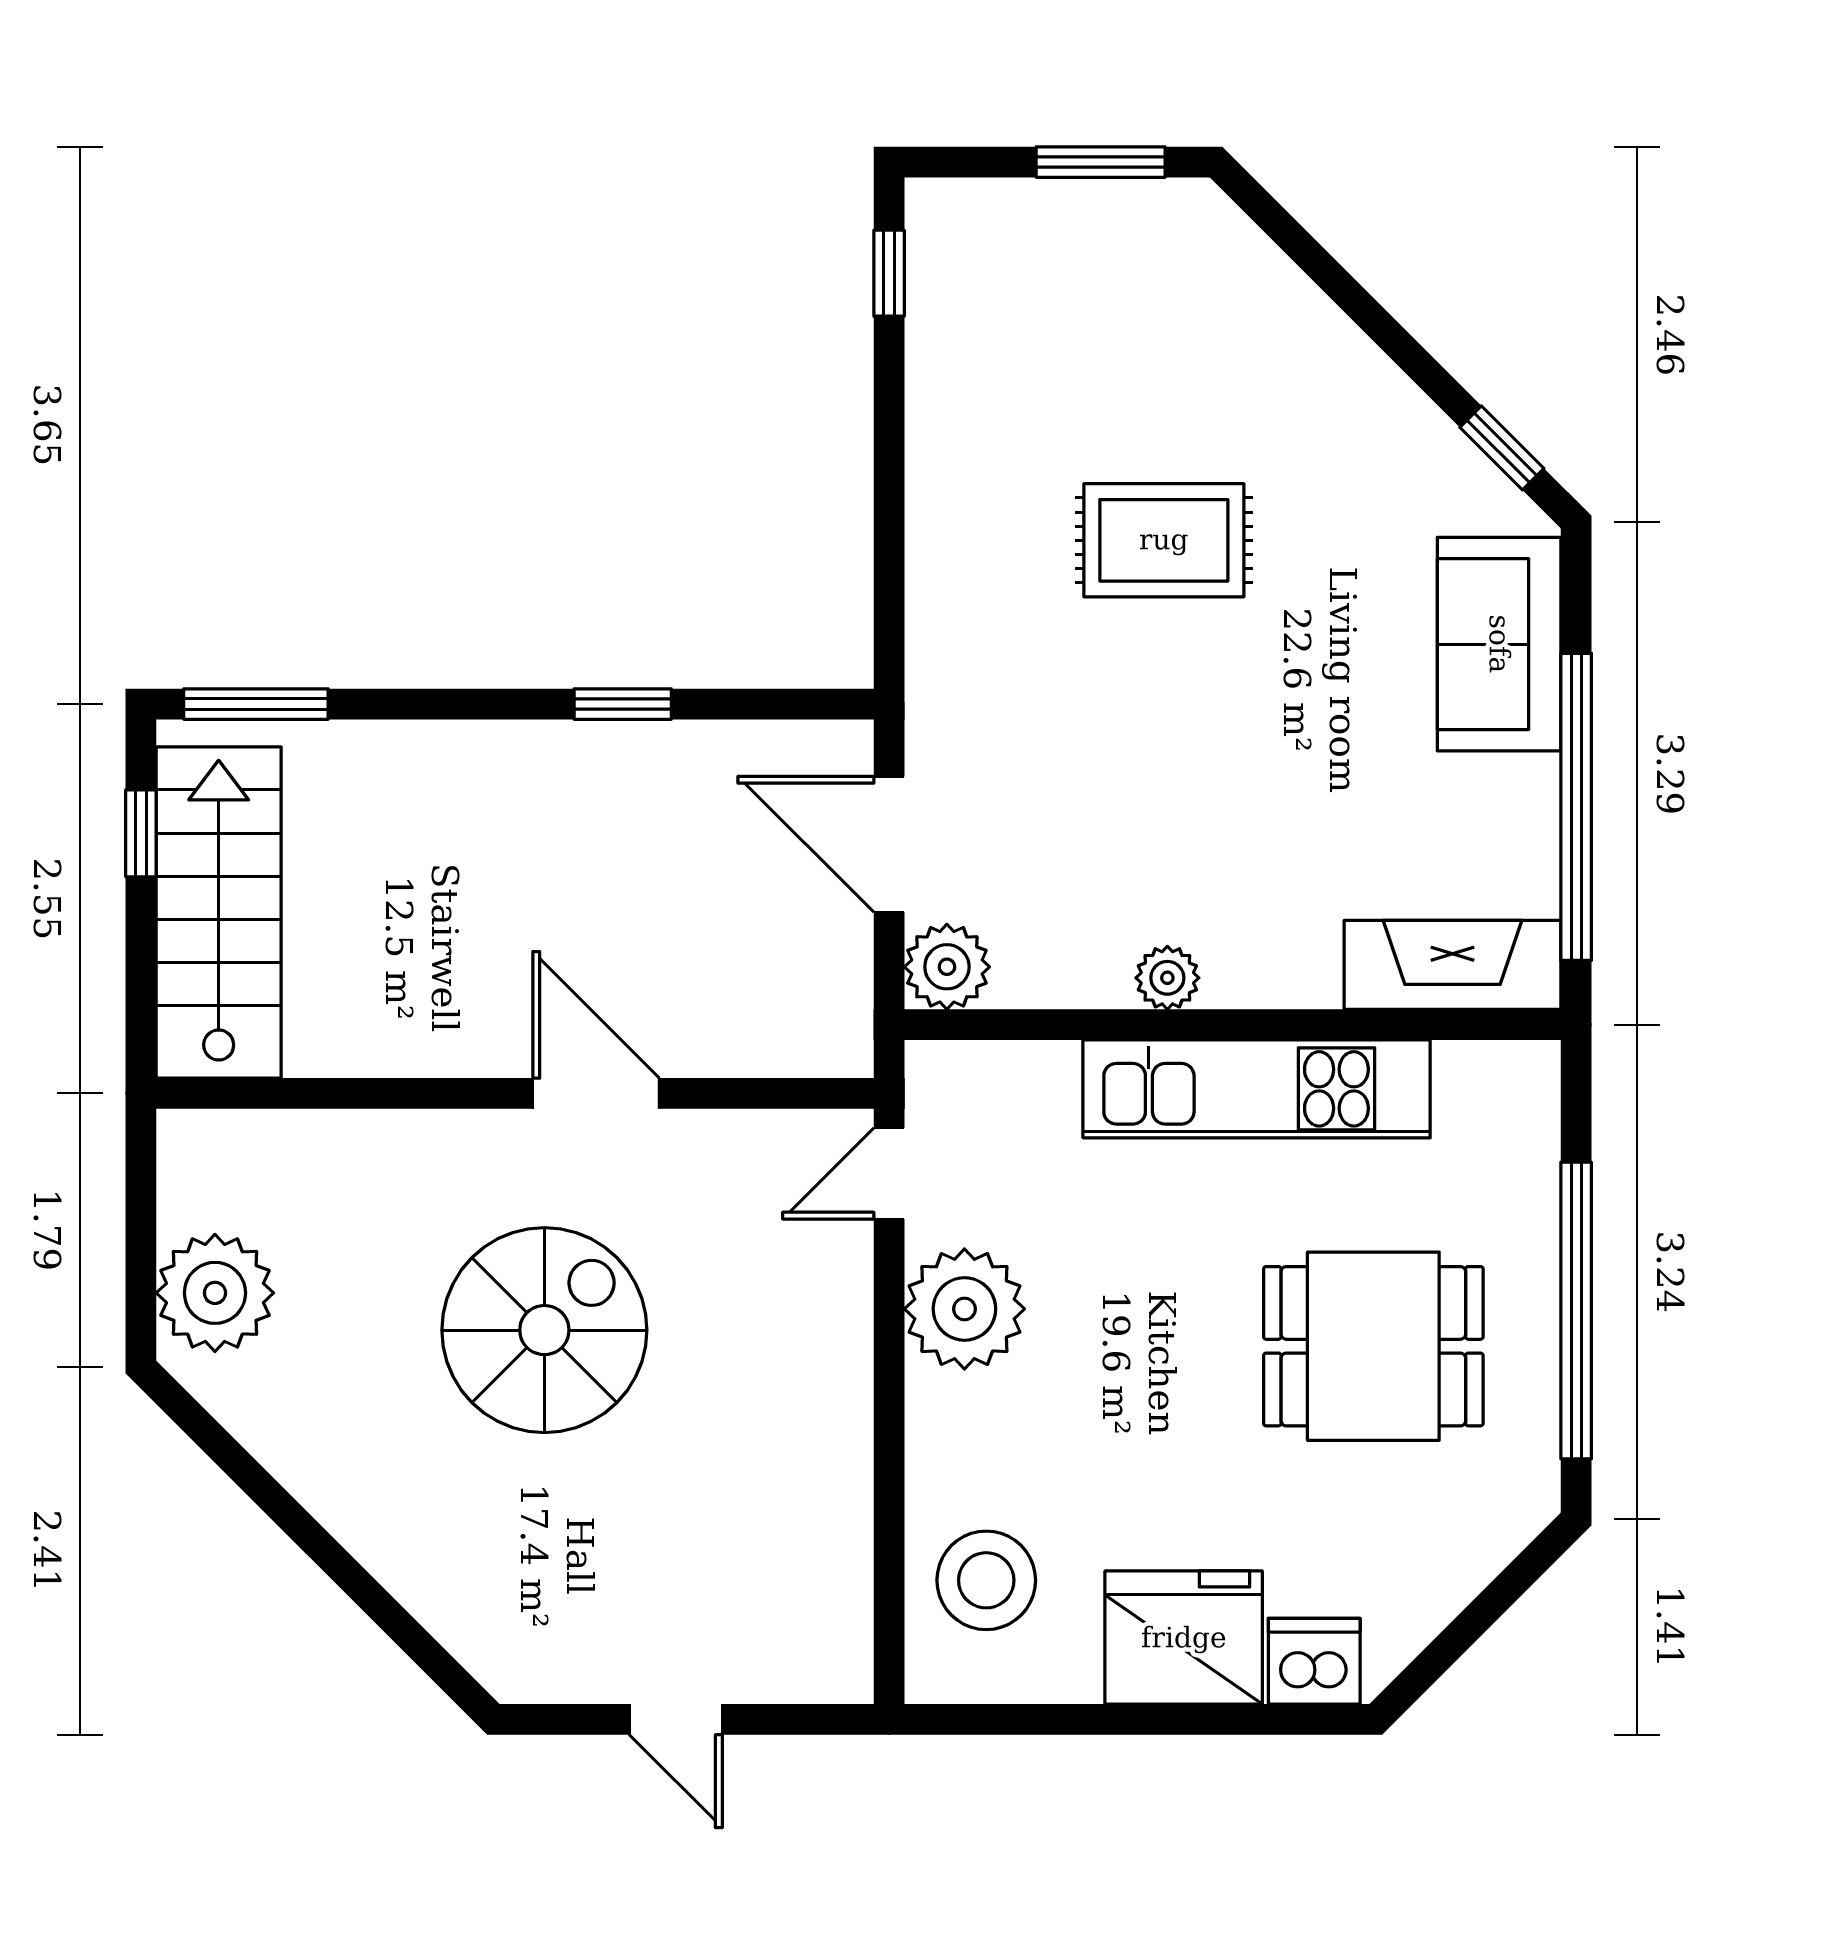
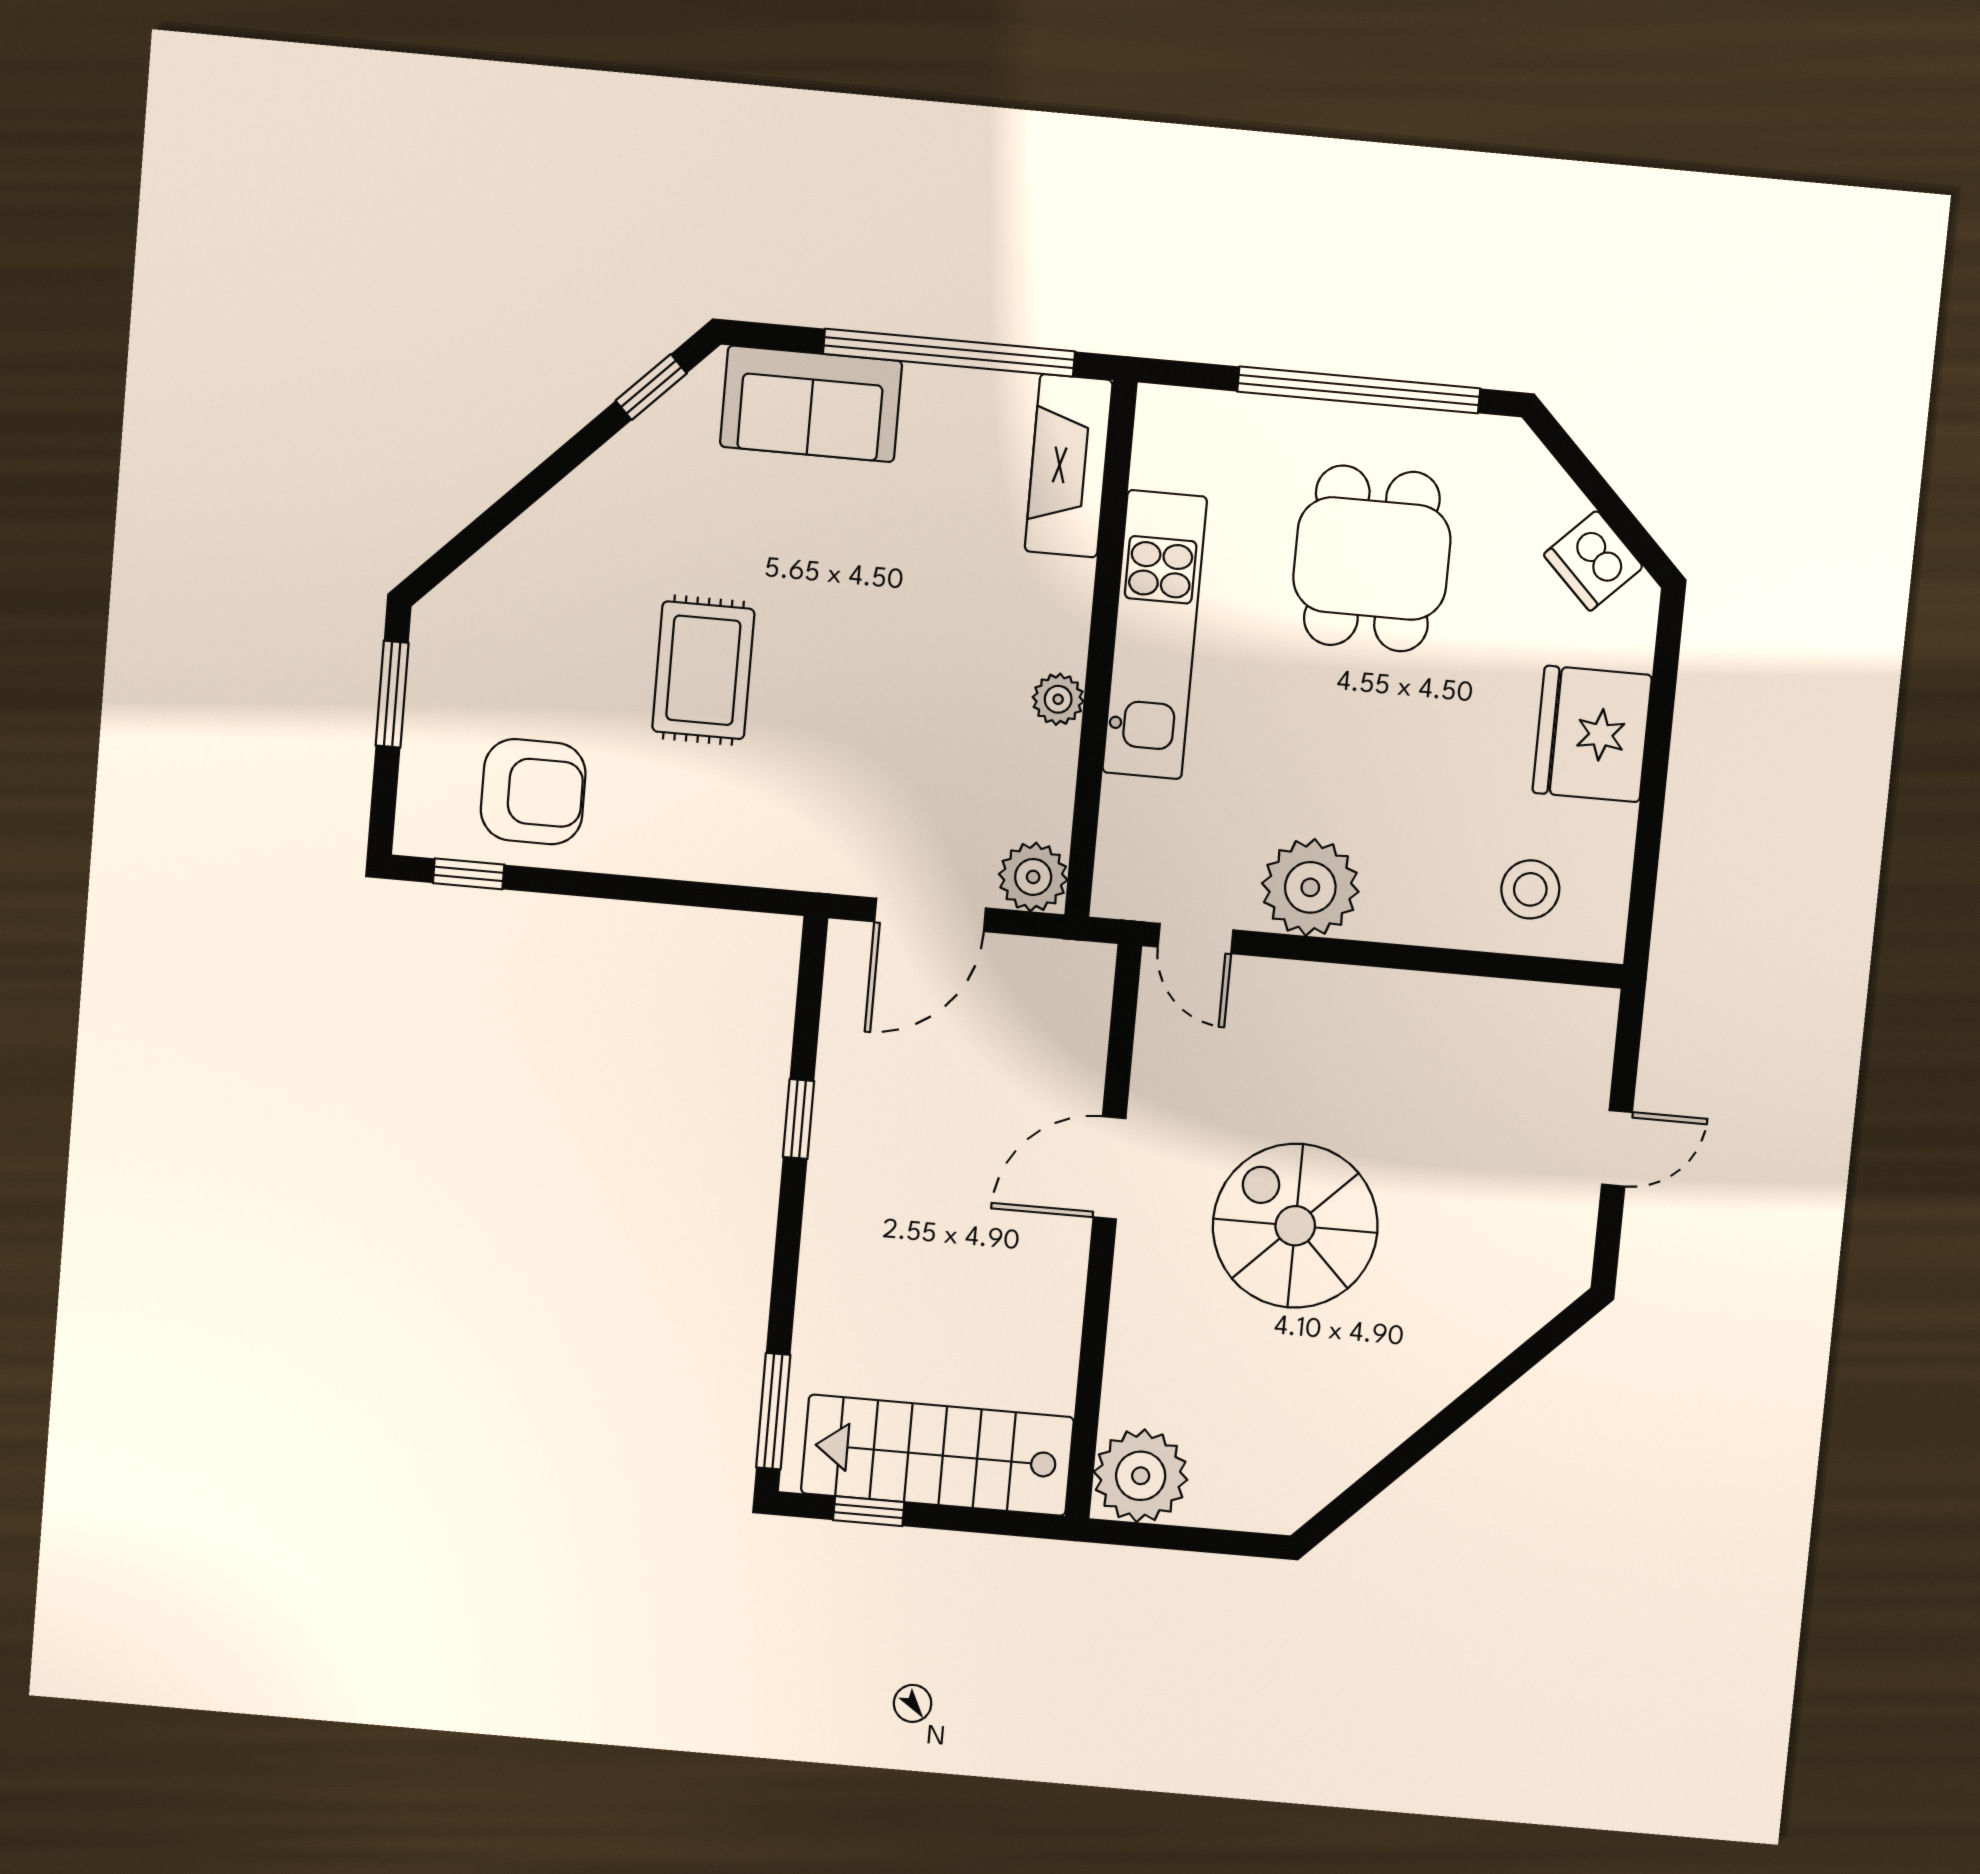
armchair: (997, 344) -> (533, 792), added
plant: (215, 1293) -> (1141, 1476), moved
stool: (986, 1580) -> (1530, 889), width x0.73, depth x0.73
dishwasher: (1314, 1661) -> (1593, 561), moved, turned -45

